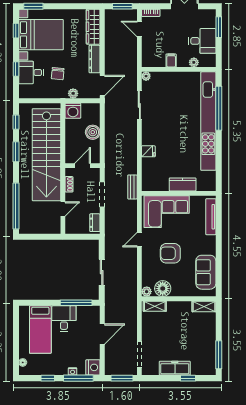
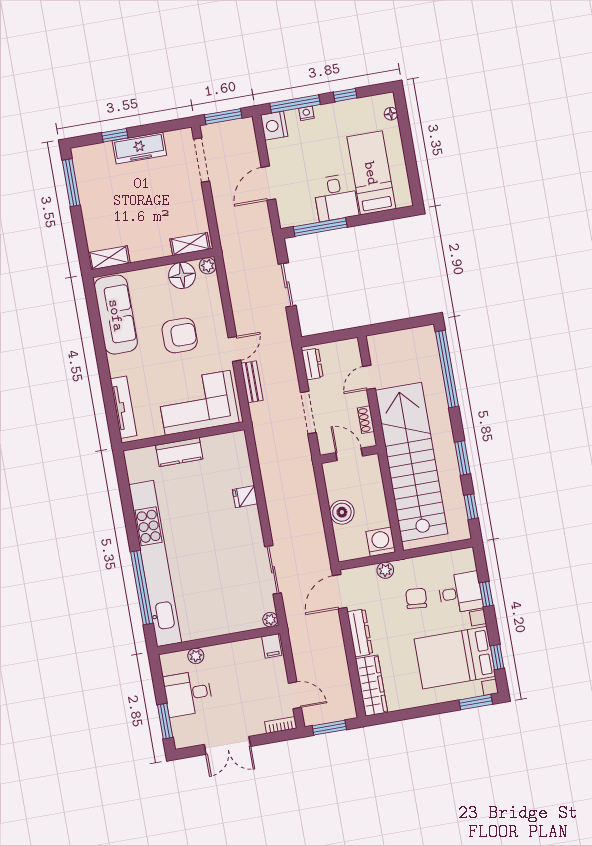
filing cabinet: (171, 60) -> (272, 646), moved
door: (82, 166) -> (349, 454), swing flipped
bench: (132, 187) -> (252, 382), moved
sofa: (206, 272) -> (116, 315), width x1.36

